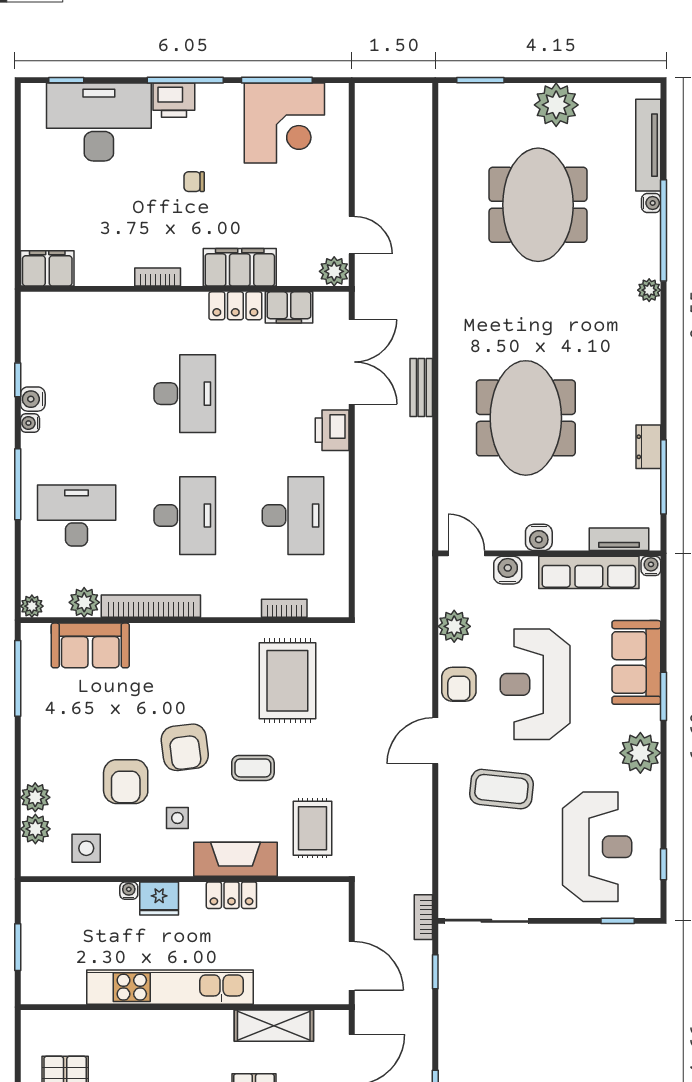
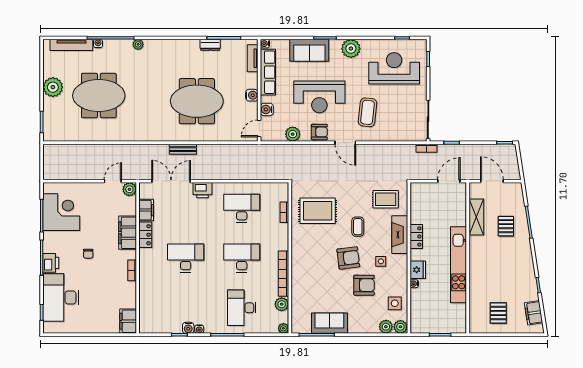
sofa: (90, 645) -> (329, 323), moved, turned -90
plant: (35, 797) -> (400, 327), moved

